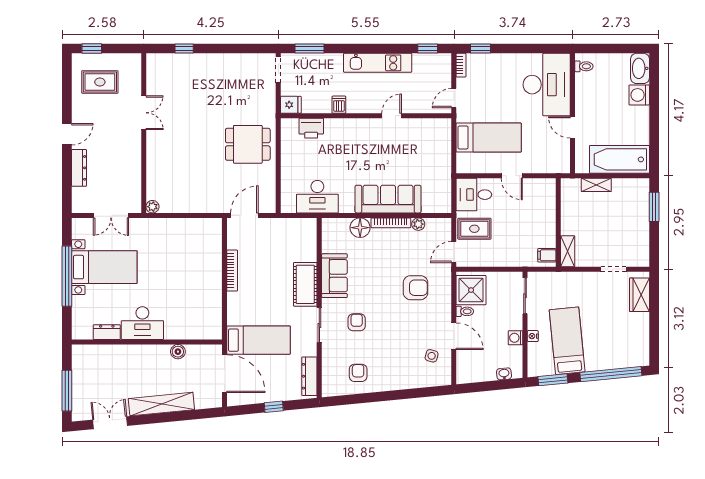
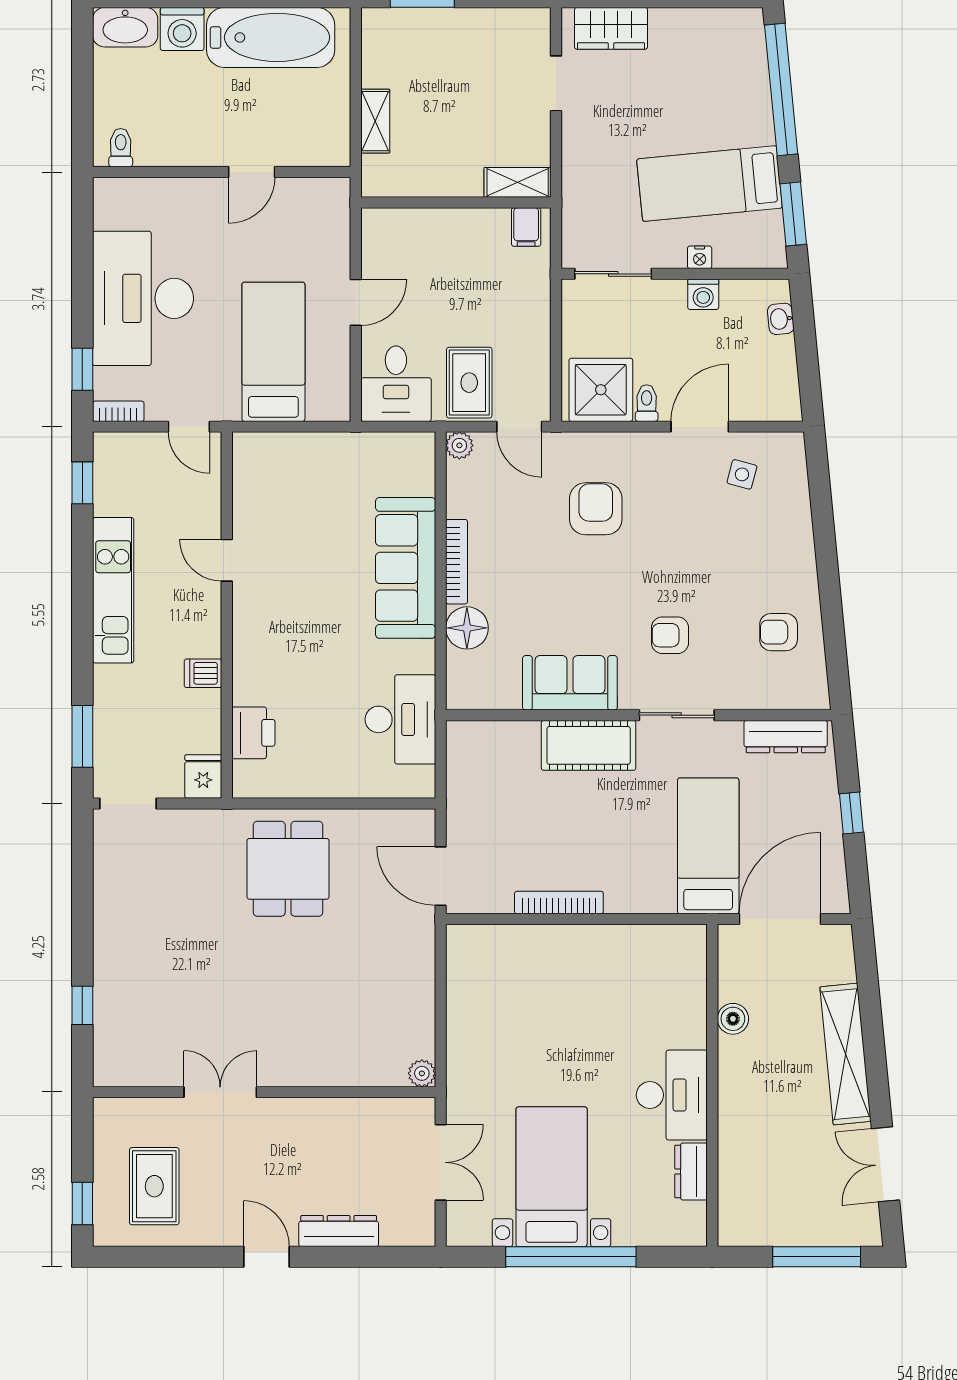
desk: (547, 85) -> (143, 298), moved, turned -90
bathtub: (619, 159) -> (271, 37), moved, turned -90
plant: (418, 224) -> (459, 445), moved

